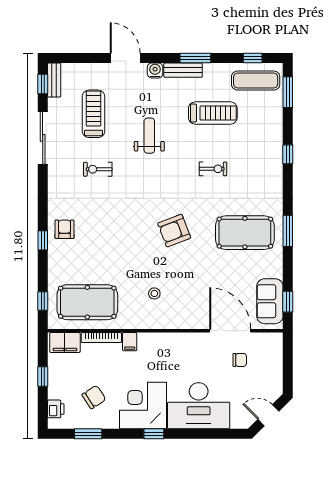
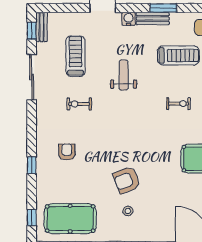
armchair: (64, 229) -> (67, 152), moved
armchair: (174, 231) -> (127, 180), moved

